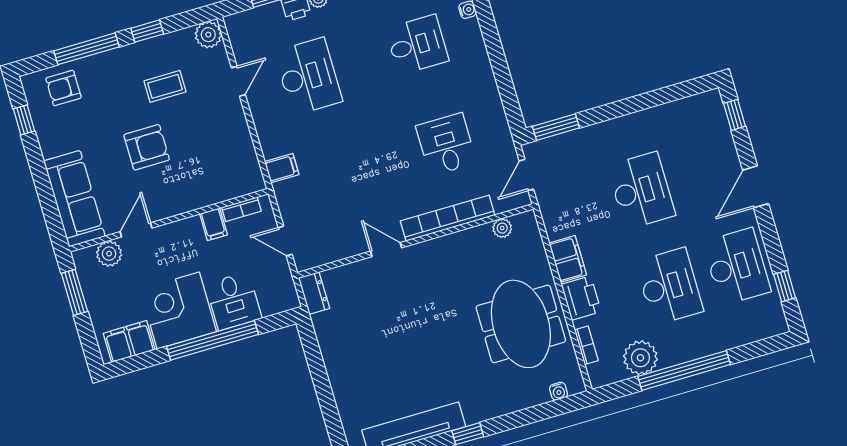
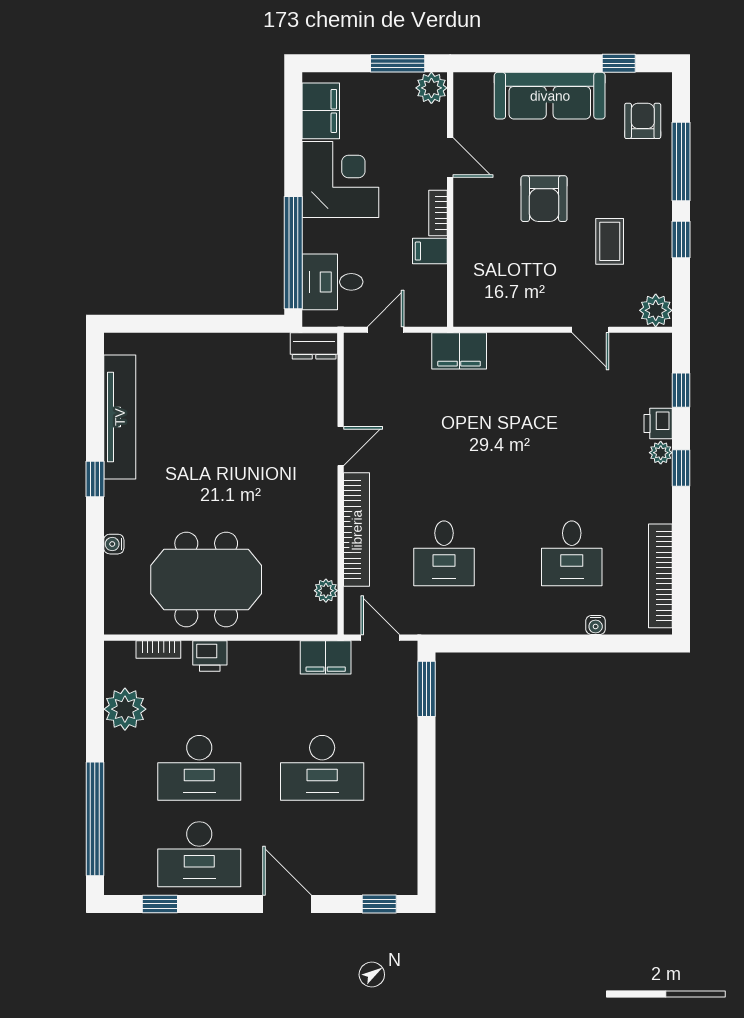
desk: (308, 76) -> (572, 414), removed
desk: (446, 144) -> (444, 553), turned 90
filing cabinet: (282, 168) -> (459, 351), width x2.00
sofa: (74, 199) -> (550, 96), moved
bookcase: (241, 209) -> (438, 213), moved
plant: (109, 254) -> (431, 88), moved
filing cabinet: (568, 259) -> (326, 657), moved
printer: (581, 298) -> (210, 656), width x0.73, depth x0.81
desk: (234, 301) -> (332, 282), moved
window: (213, 340) -> (293, 253), moved
window: (684, 370) -> (95, 819), moved
water cooler: (559, 391) -> (114, 544), moved

